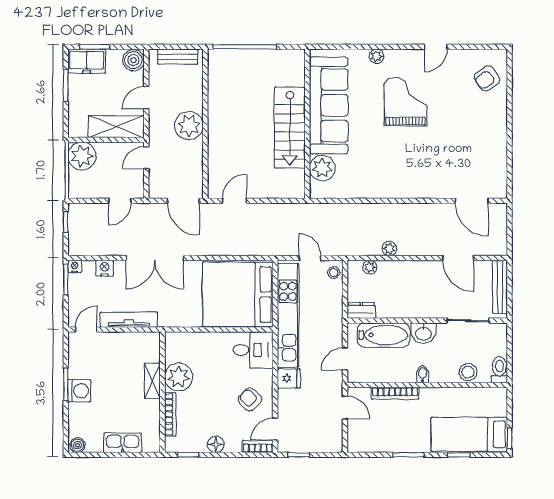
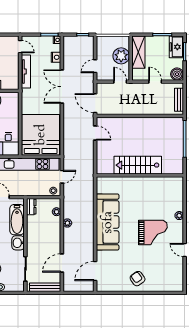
armchair: (487, 78) -> (138, 279), moved
sofa: (329, 105) -> (108, 222), moved, turned -90
plant: (189, 126) -> (139, 106), removed
shelving: (116, 127) -> (138, 52), moved
plant: (82, 156) -> (121, 56), moved
plant: (322, 168) -> (114, 184), removed
door: (120, 201) -> (95, 66), hinge flipped
door: (183, 201) -> (95, 103), hinge flipped

